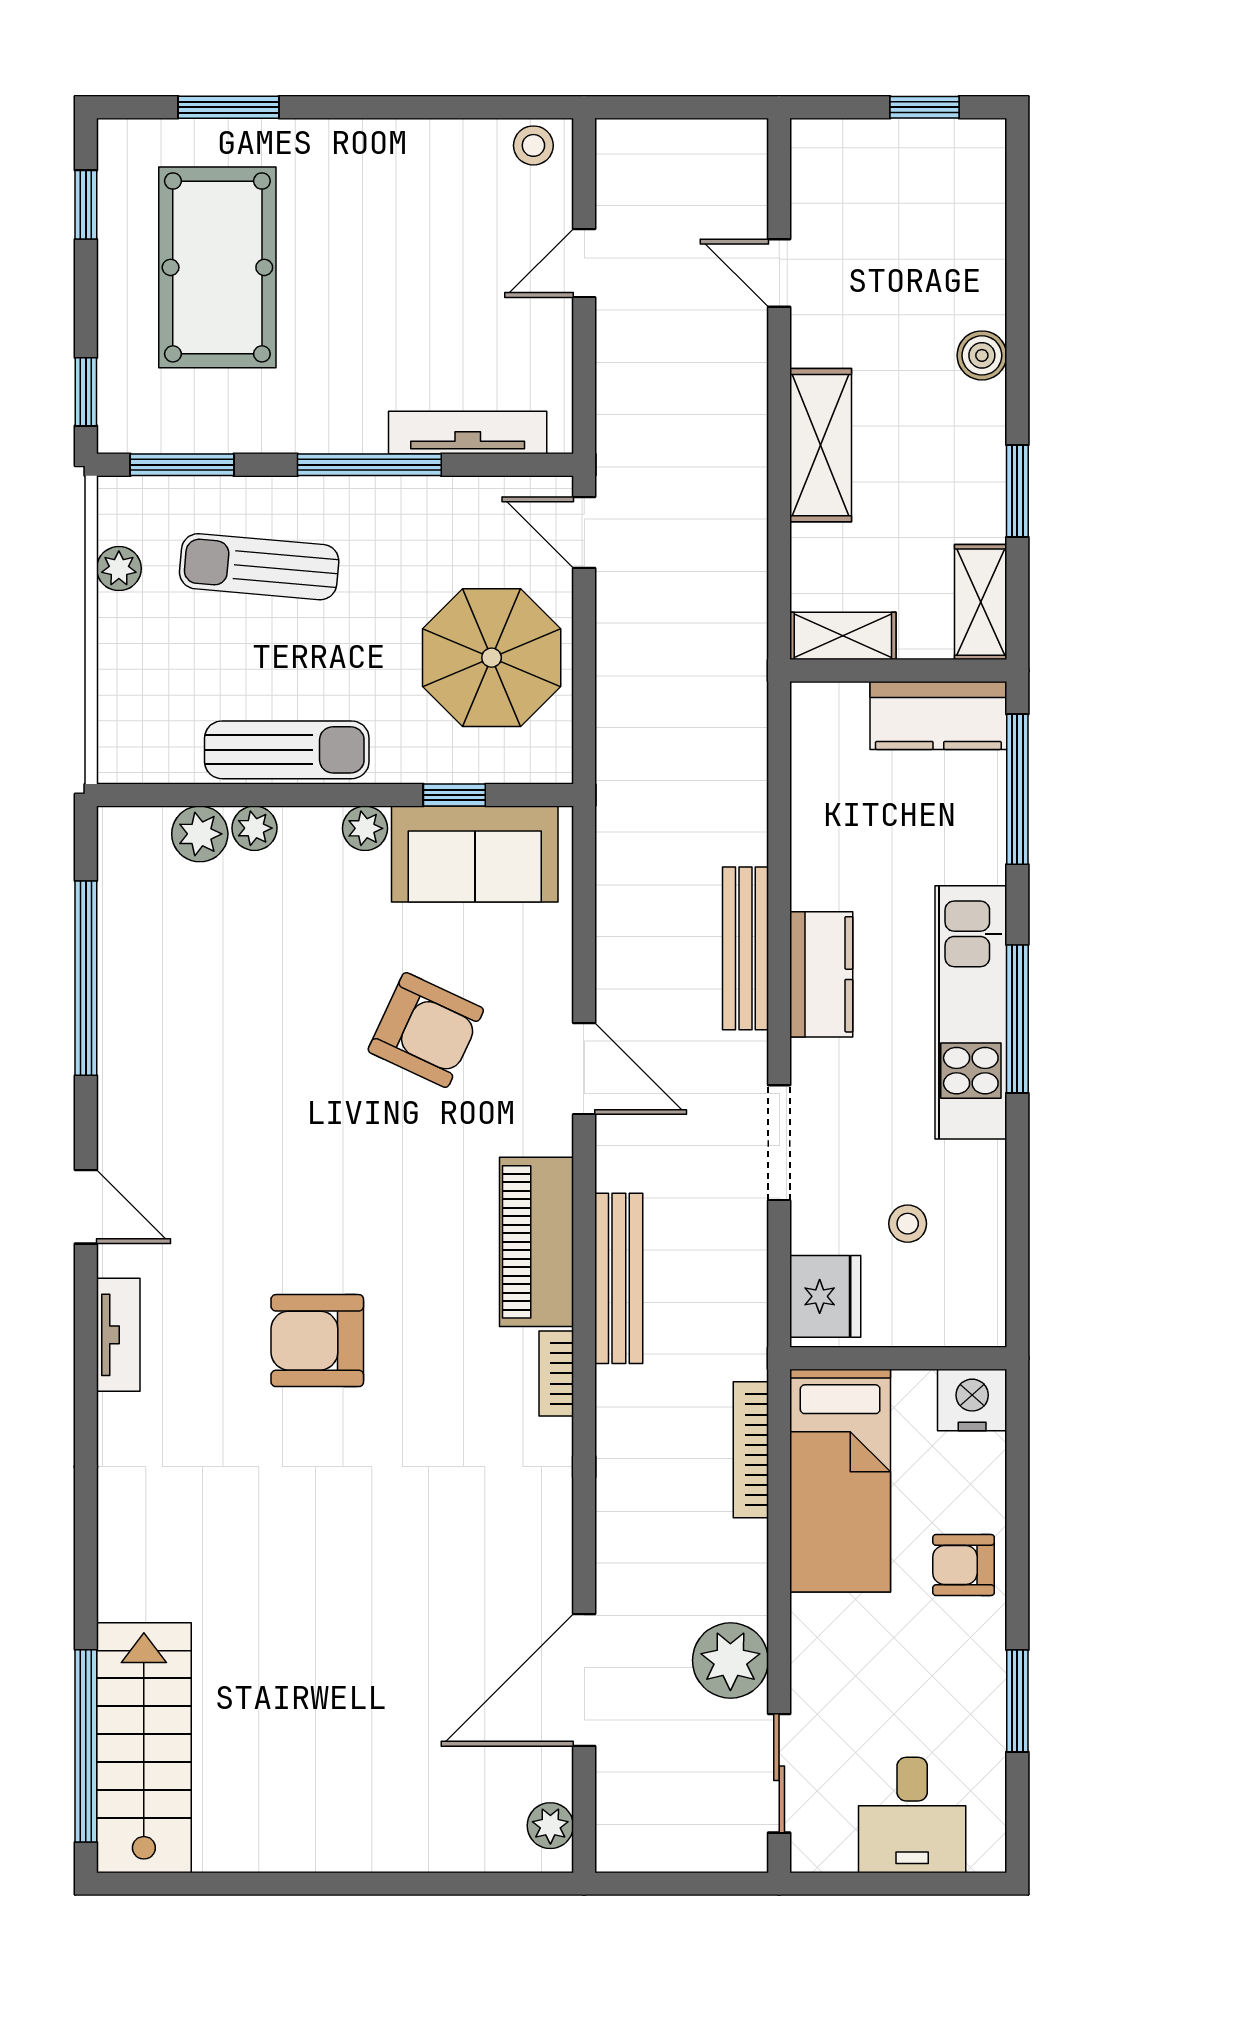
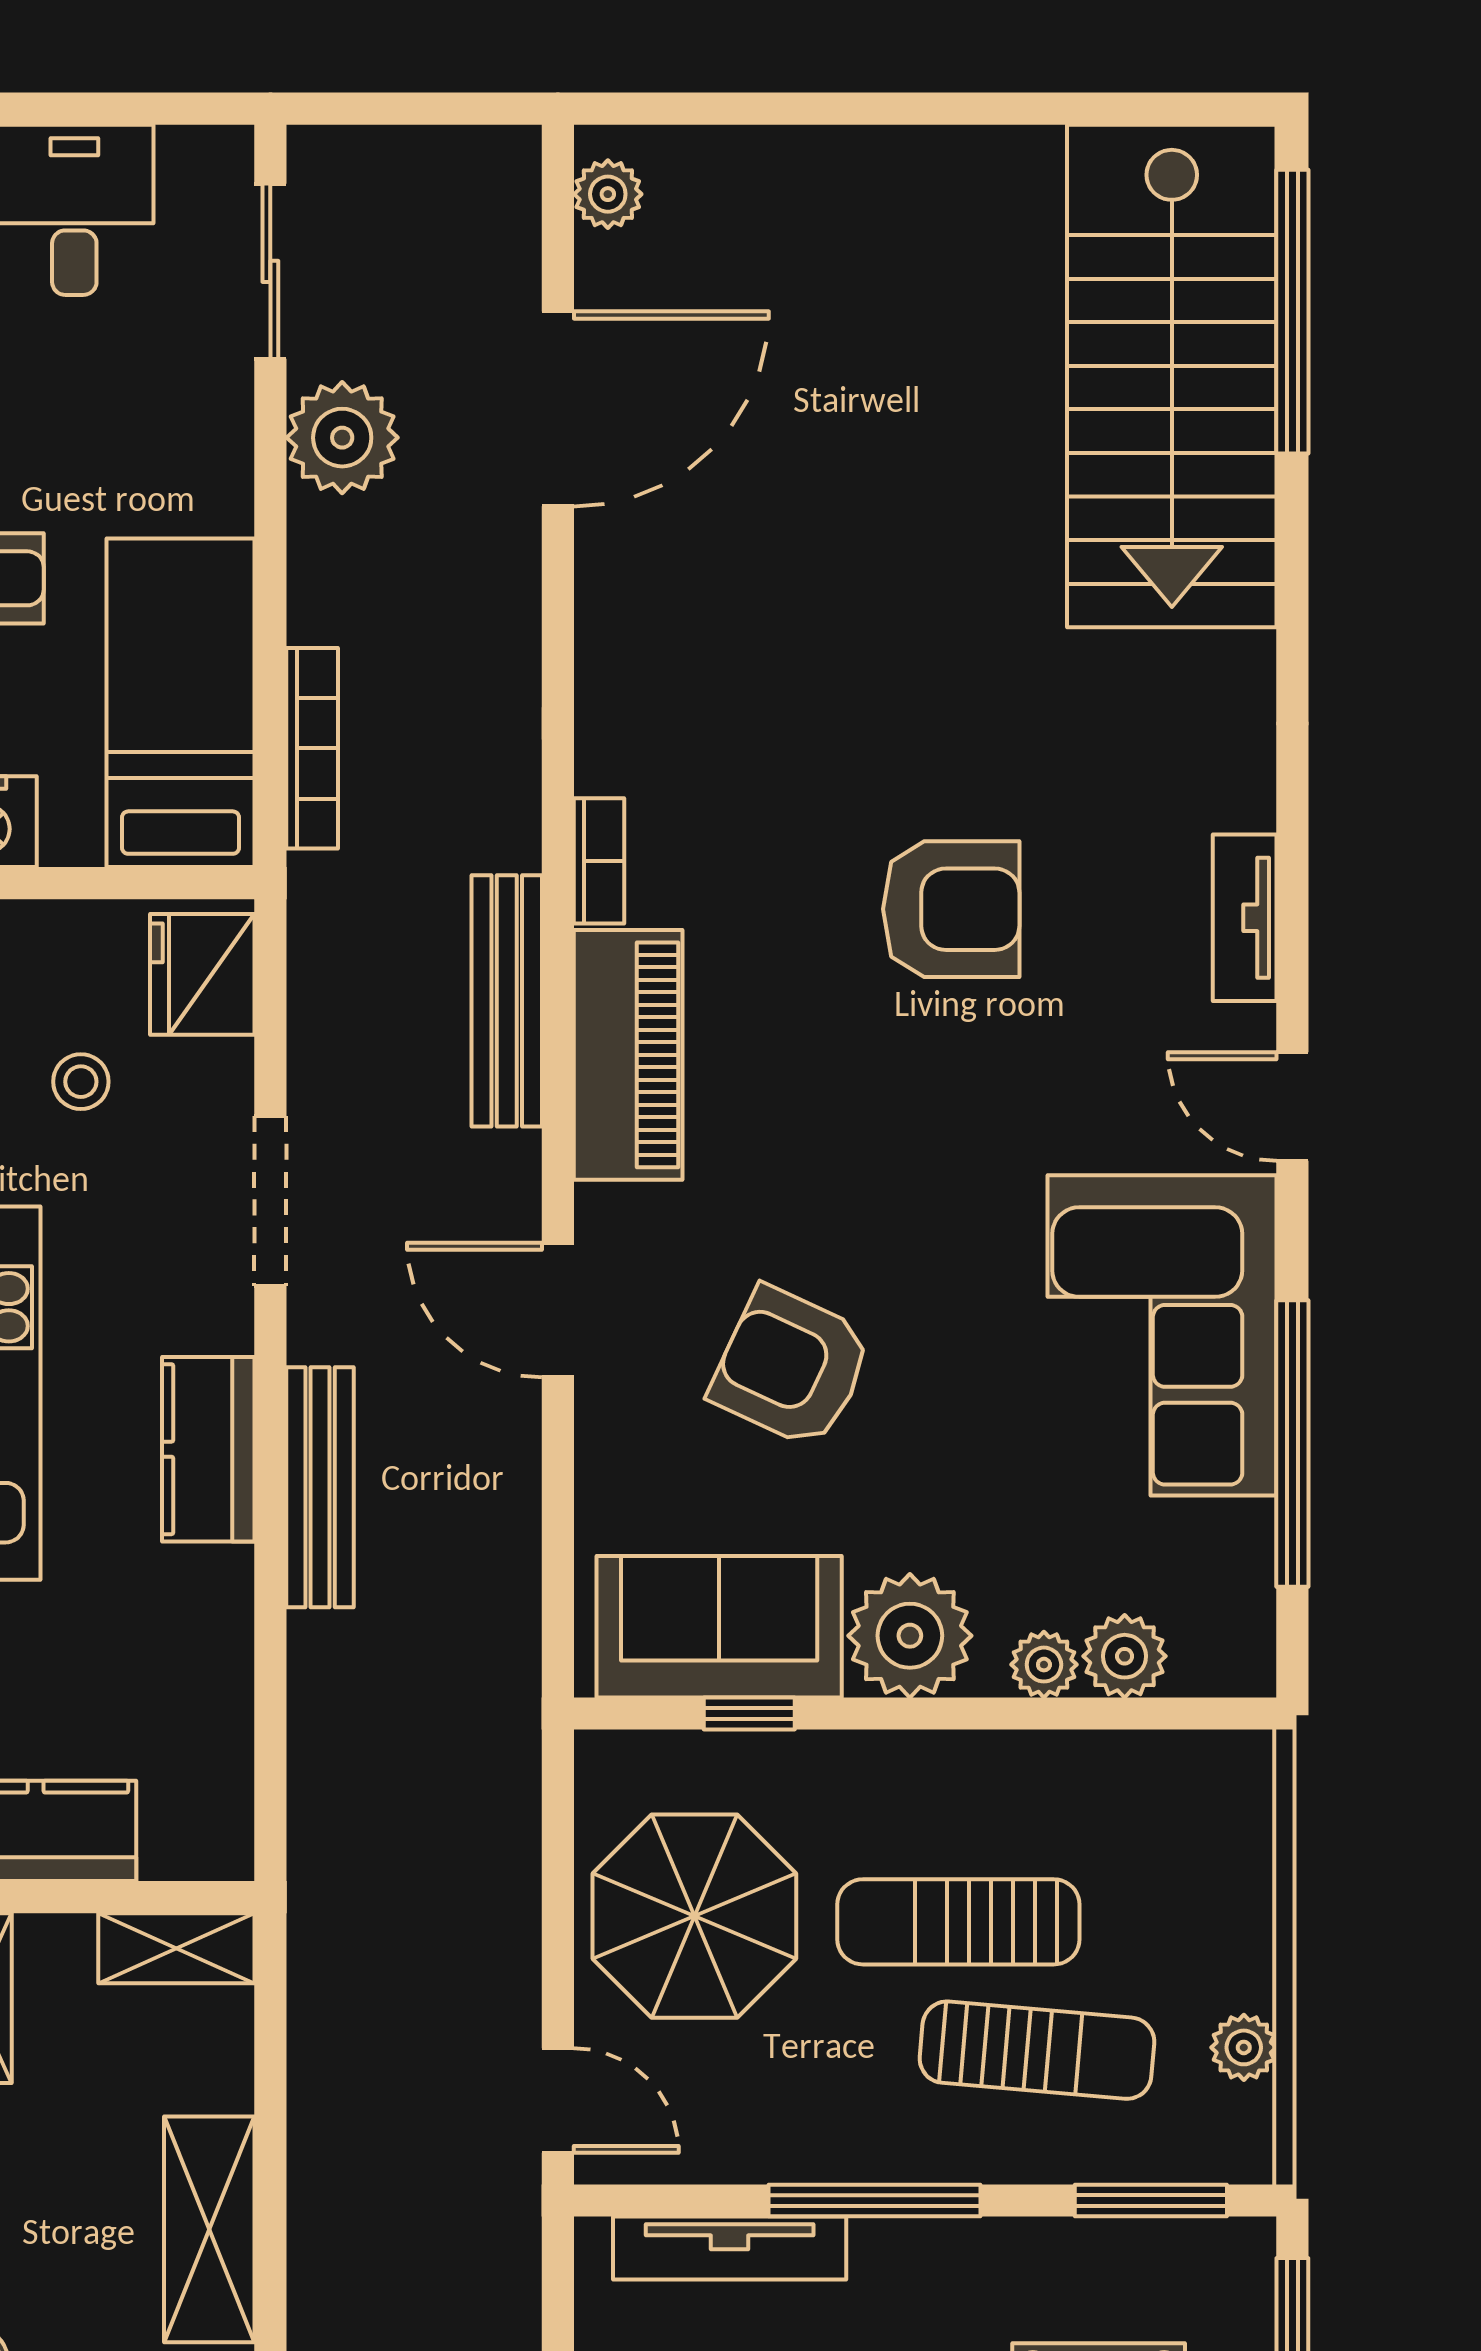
sun lounger: (287, 750) -> (958, 1922), moved
plant: (365, 828) -> (910, 1636), width x1.88, depth x1.88
corner sofa: (174, 1051) -> (1162, 1335), added
stairs: (144, 1748) -> (1172, 376), width x1.36, depth x1.51

